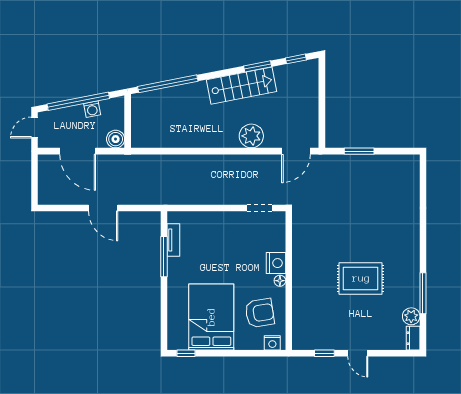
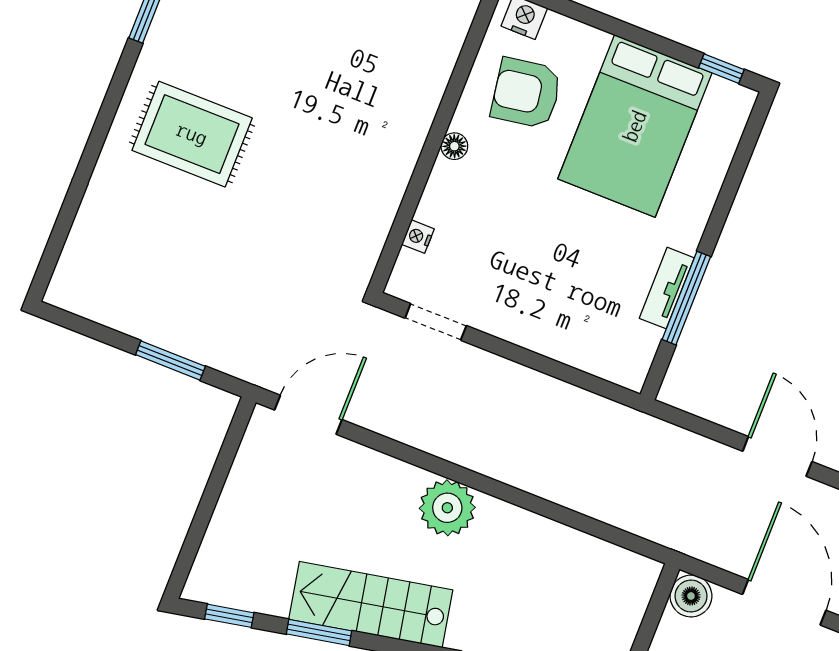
plant: (251, 136) -> (447, 508), moved
tv unit: (173, 240) -> (667, 288), moved
nightstand: (276, 263) -> (418, 237), moved, width x0.53, depth x0.56
rug: (361, 278) -> (192, 134), moved

